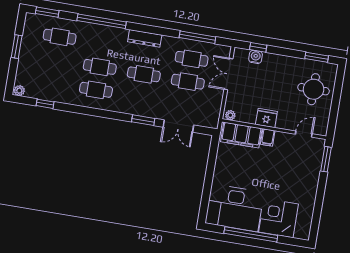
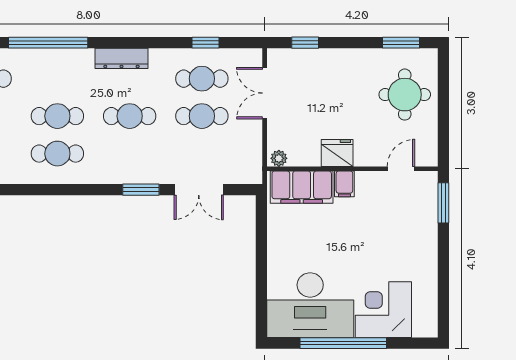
window: (197, 37) -> (205, 43), width x0.46
water cooler: (256, 57) -> (303, 58), removed

